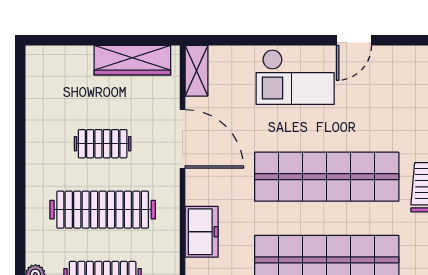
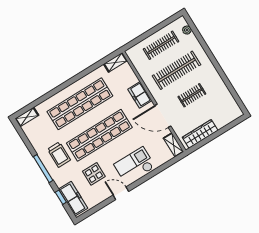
door: (354, 40) -> (121, 193), hinge flipped
display table: (383, 109) -> (94, 174), added
freezer: (202, 232) -> (140, 95), moved

